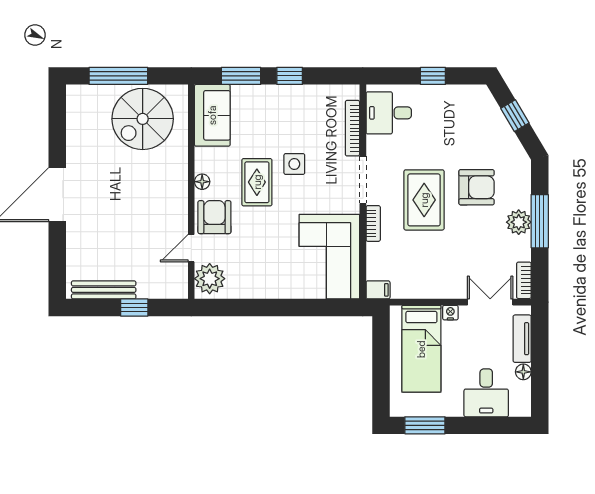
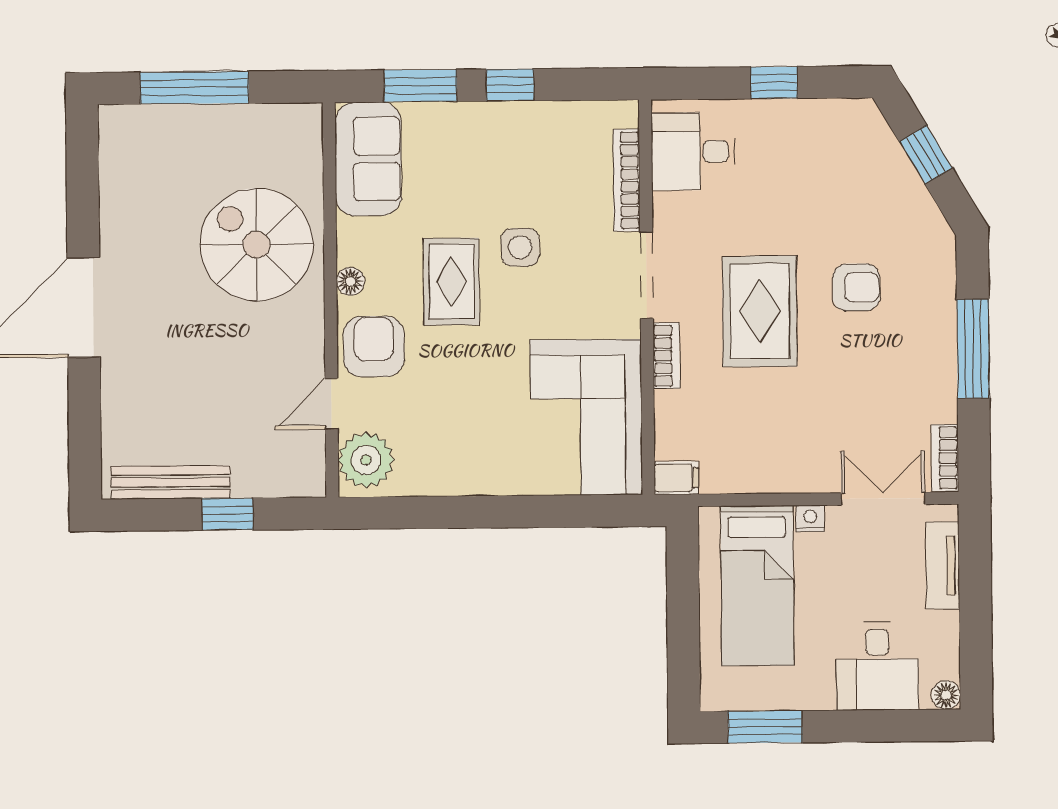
spiral stairs: (143, 119) -> (256, 245), moved, turned 90
armchair: (477, 187) -> (856, 287), width x0.72, depth x0.72
plant: (519, 222) -> (935, 351), removed
floor lamp: (523, 372) -> (946, 695), moved

